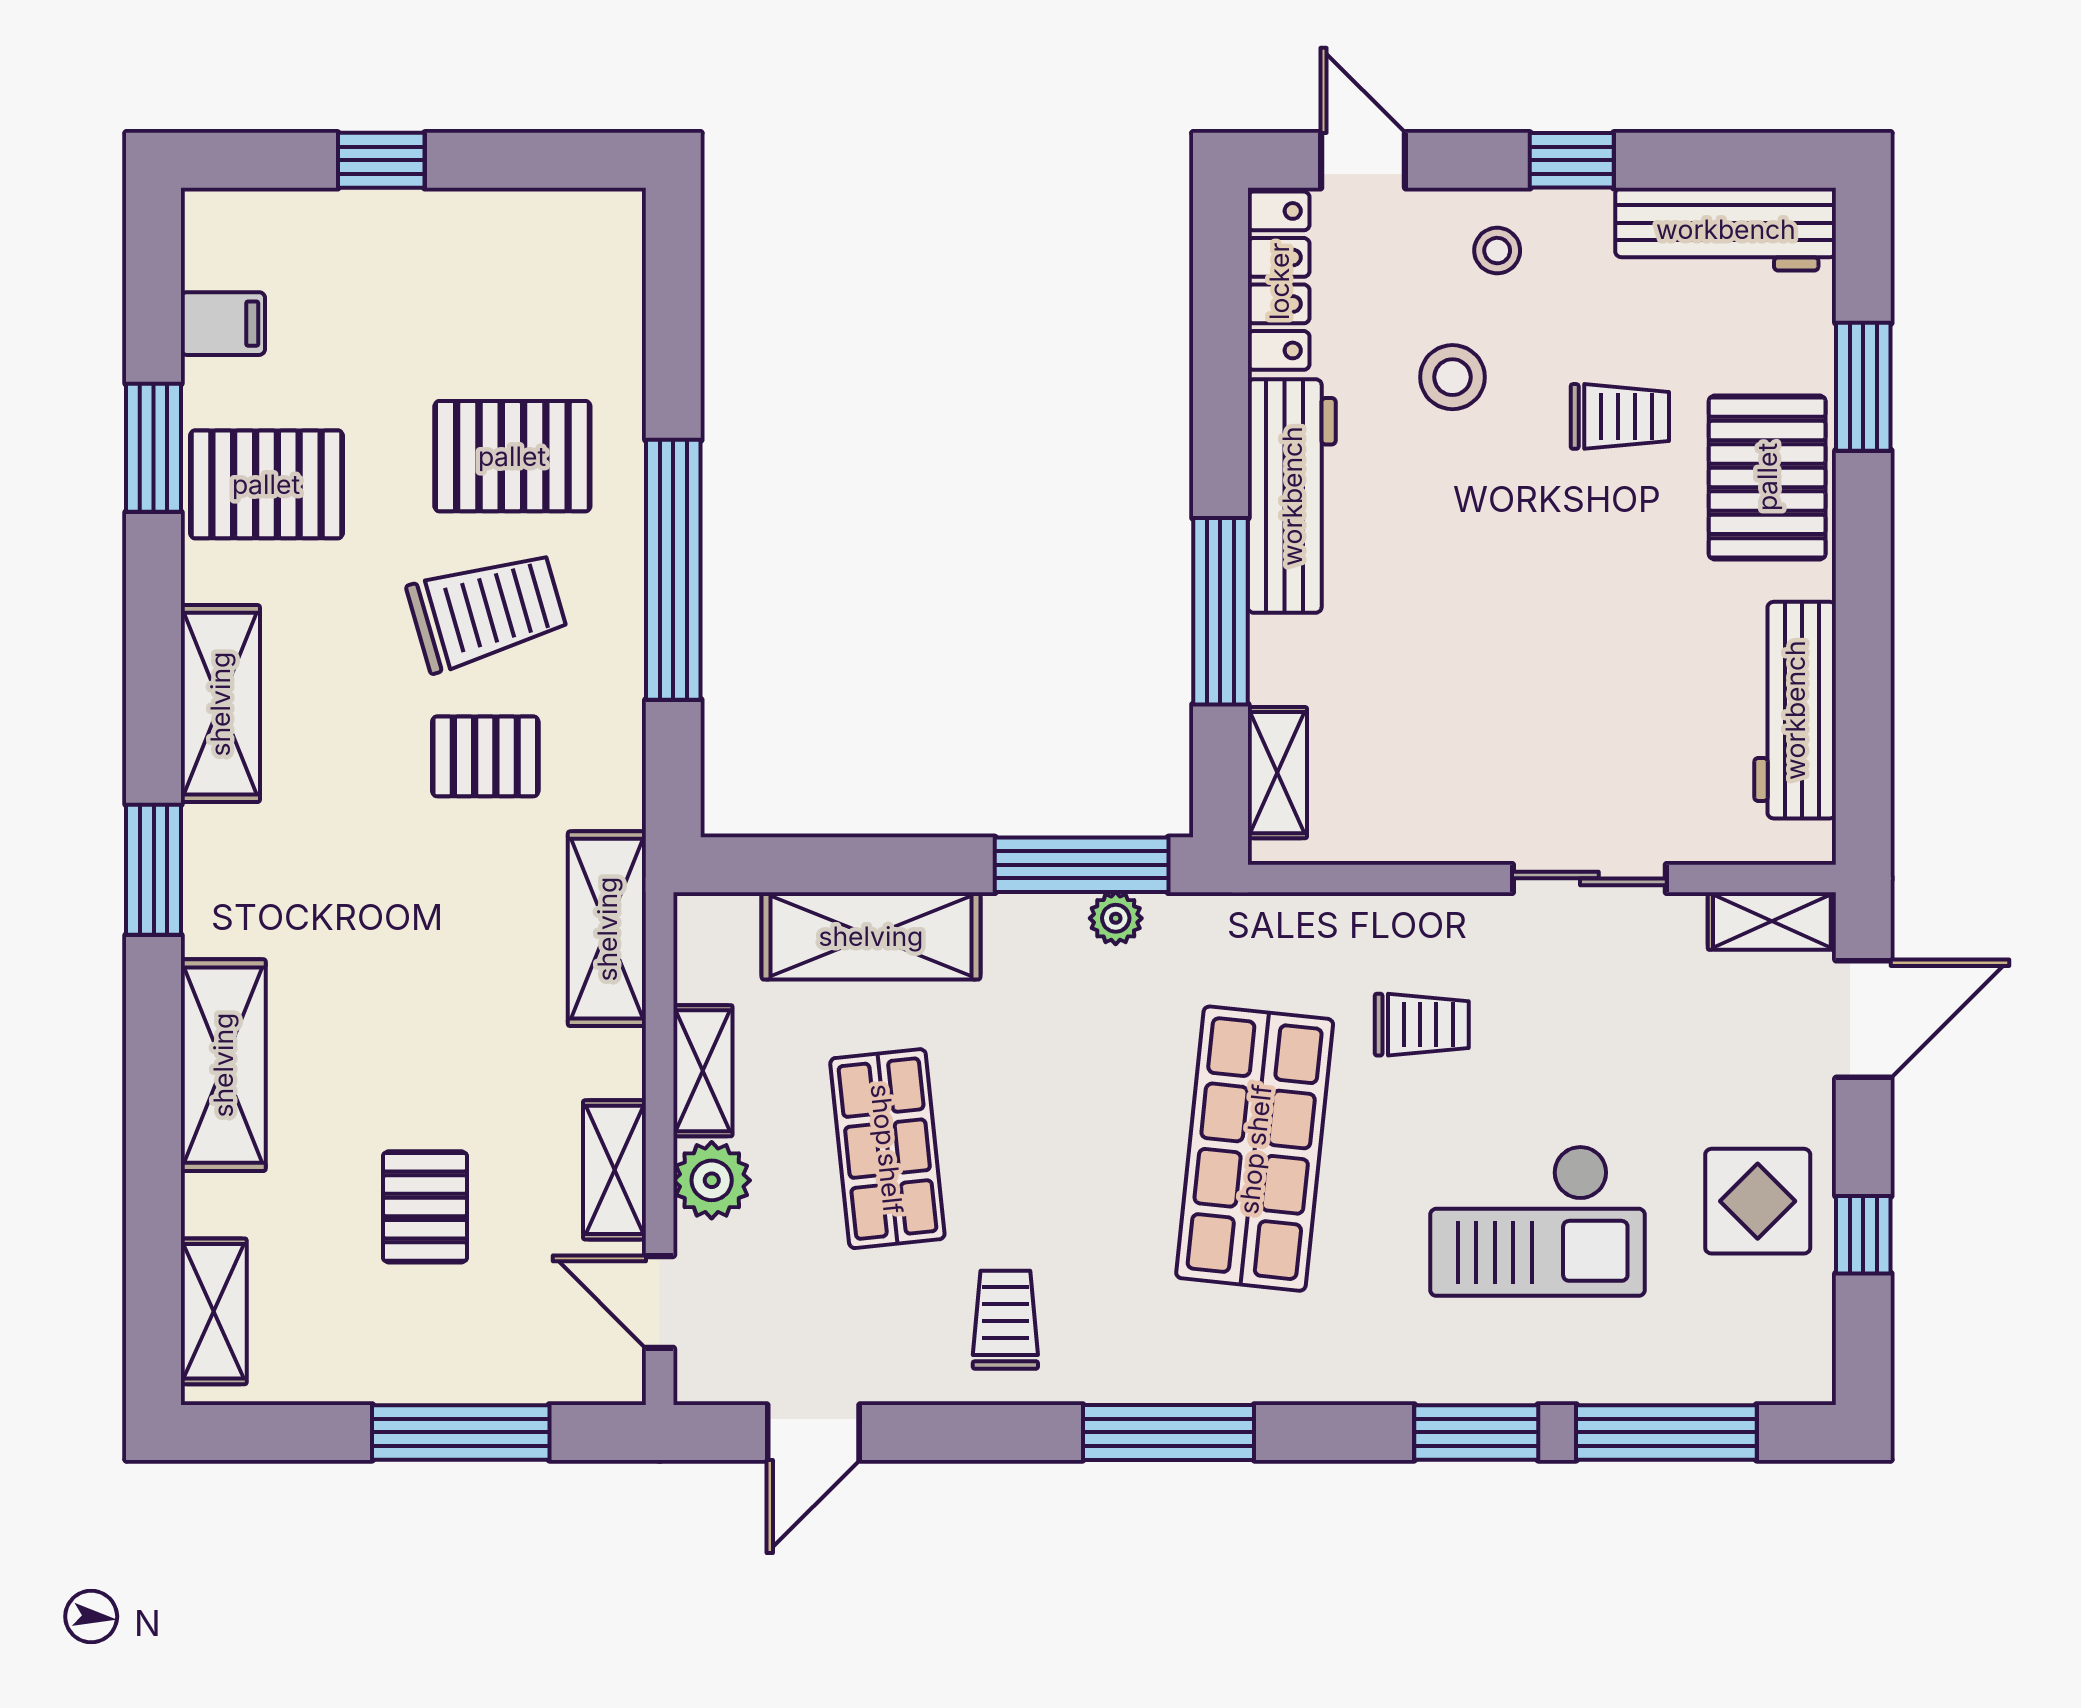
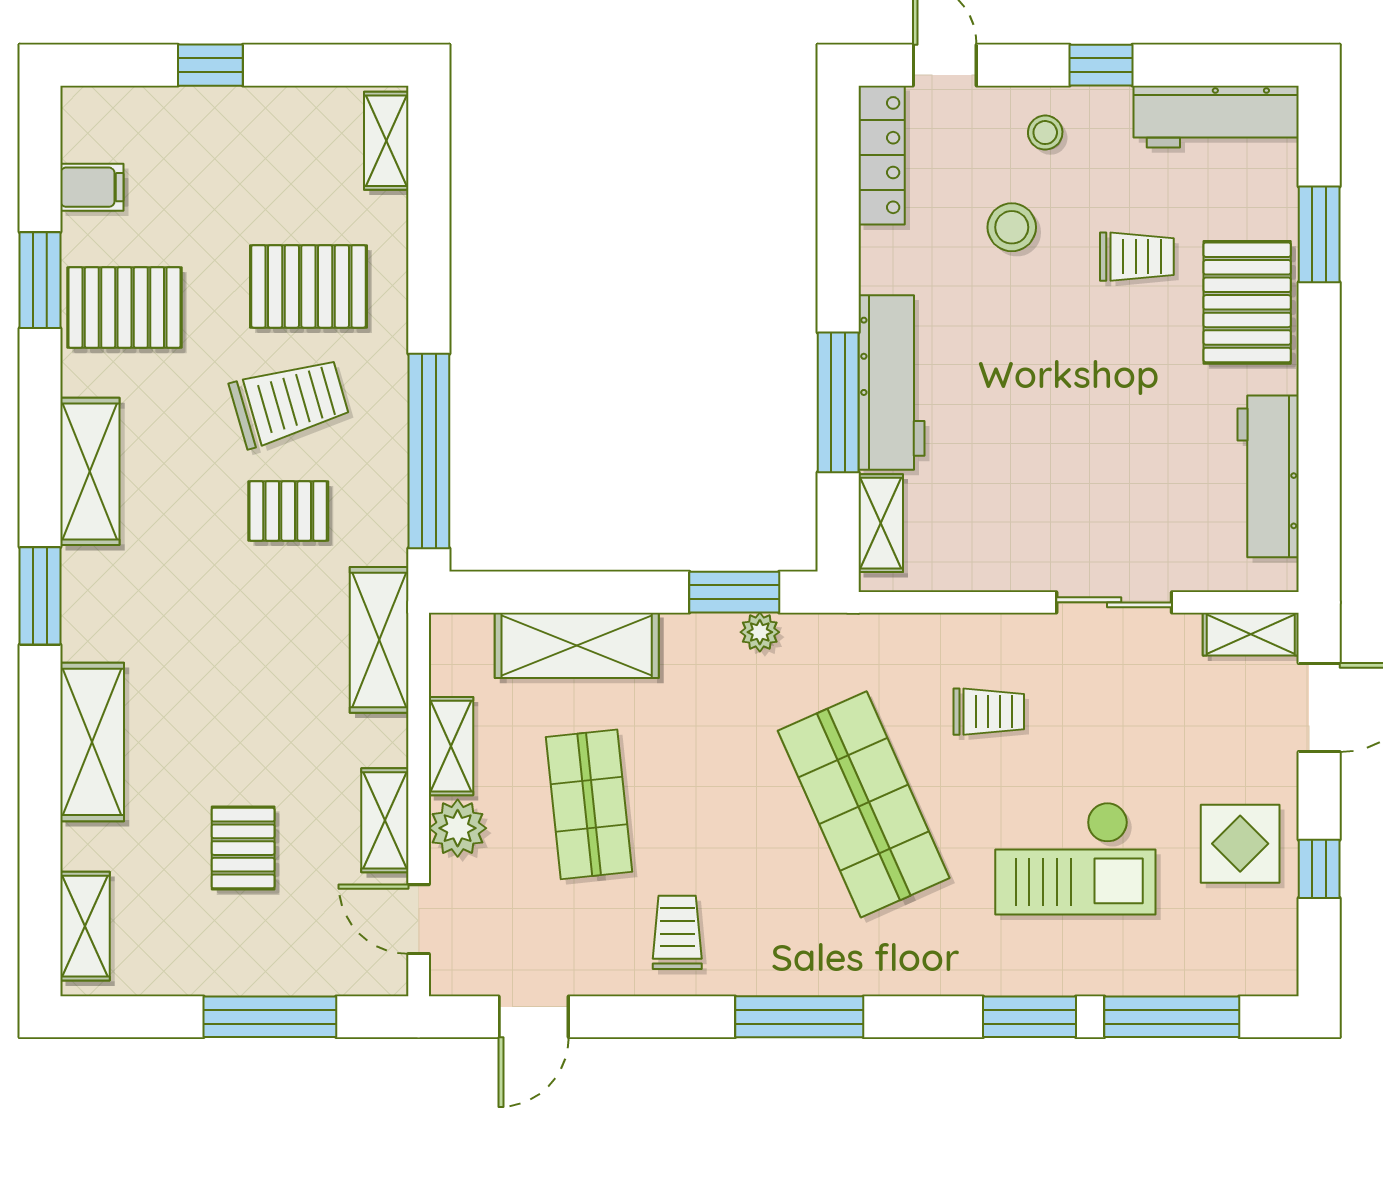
shelving: (616, 261) -> (386, 141), added
workbench: (1292, 496) -> (891, 383), moved
window: (673, 570) -> (429, 451), moved
window: (1082, 865) -> (734, 592), width x0.69
shop shelf: (1255, 1149) -> (864, 804), turned -30

